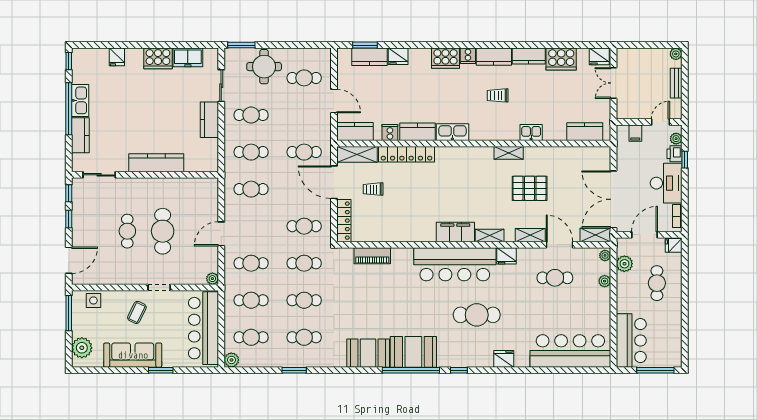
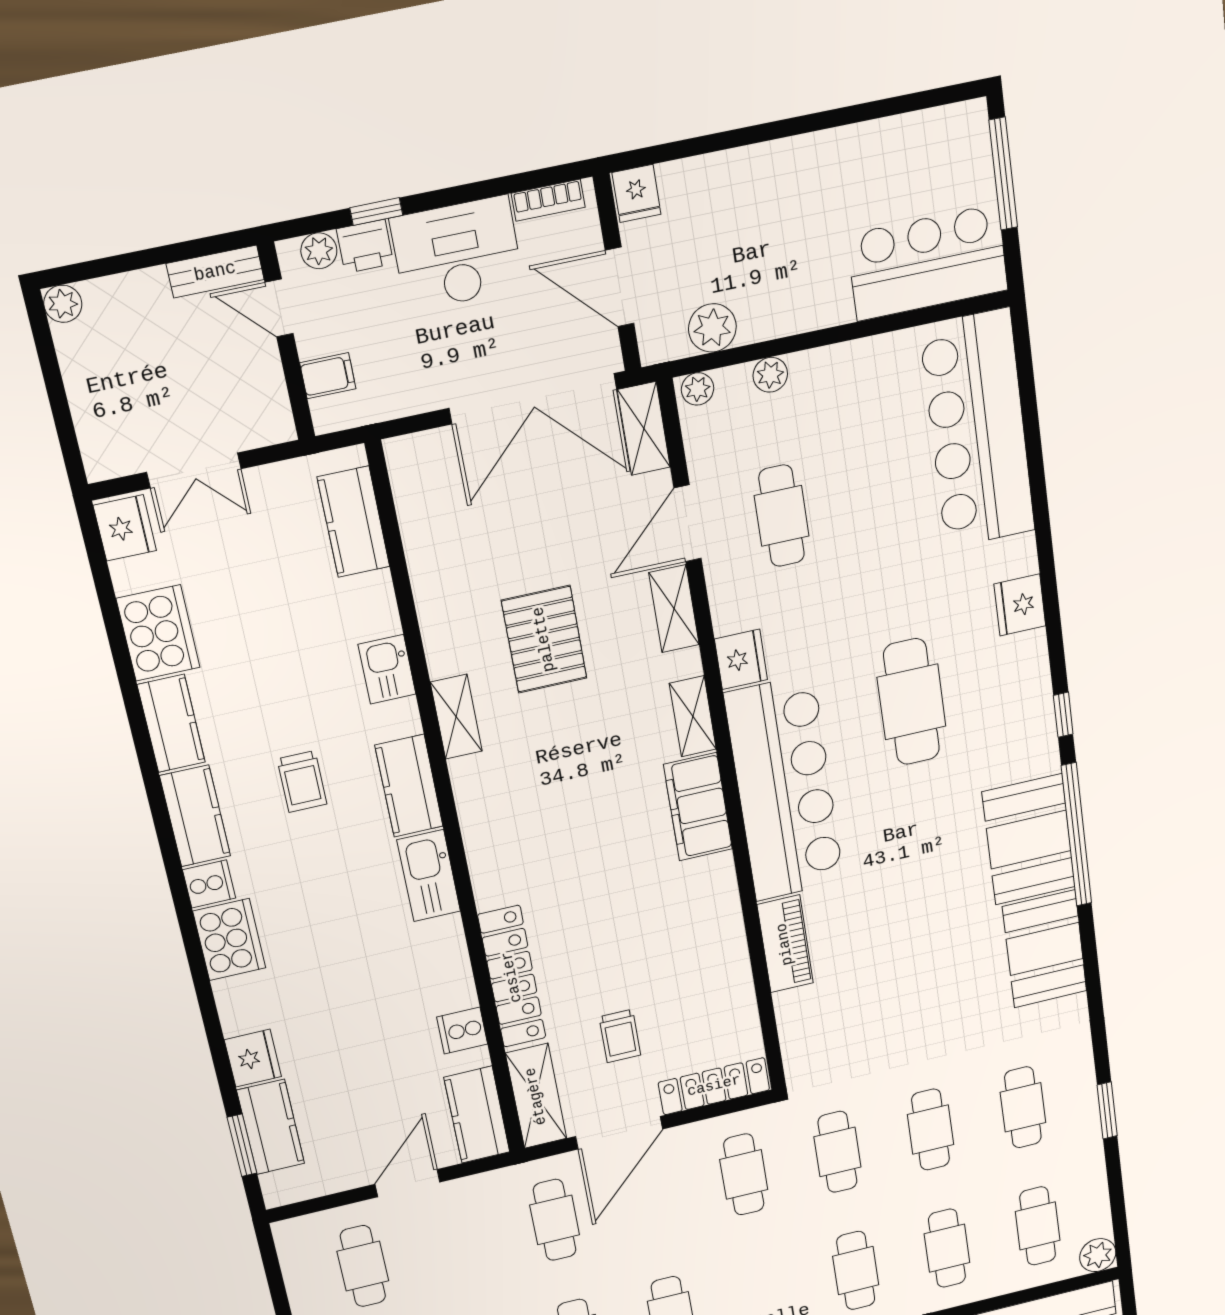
bench: (676, 83) -> (215, 272), moved
kitchen counter: (418, 132) -> (409, 786), moved
piano: (372, 256) -> (785, 944), moved
cafe table: (657, 283) -> (754, 221), removed

